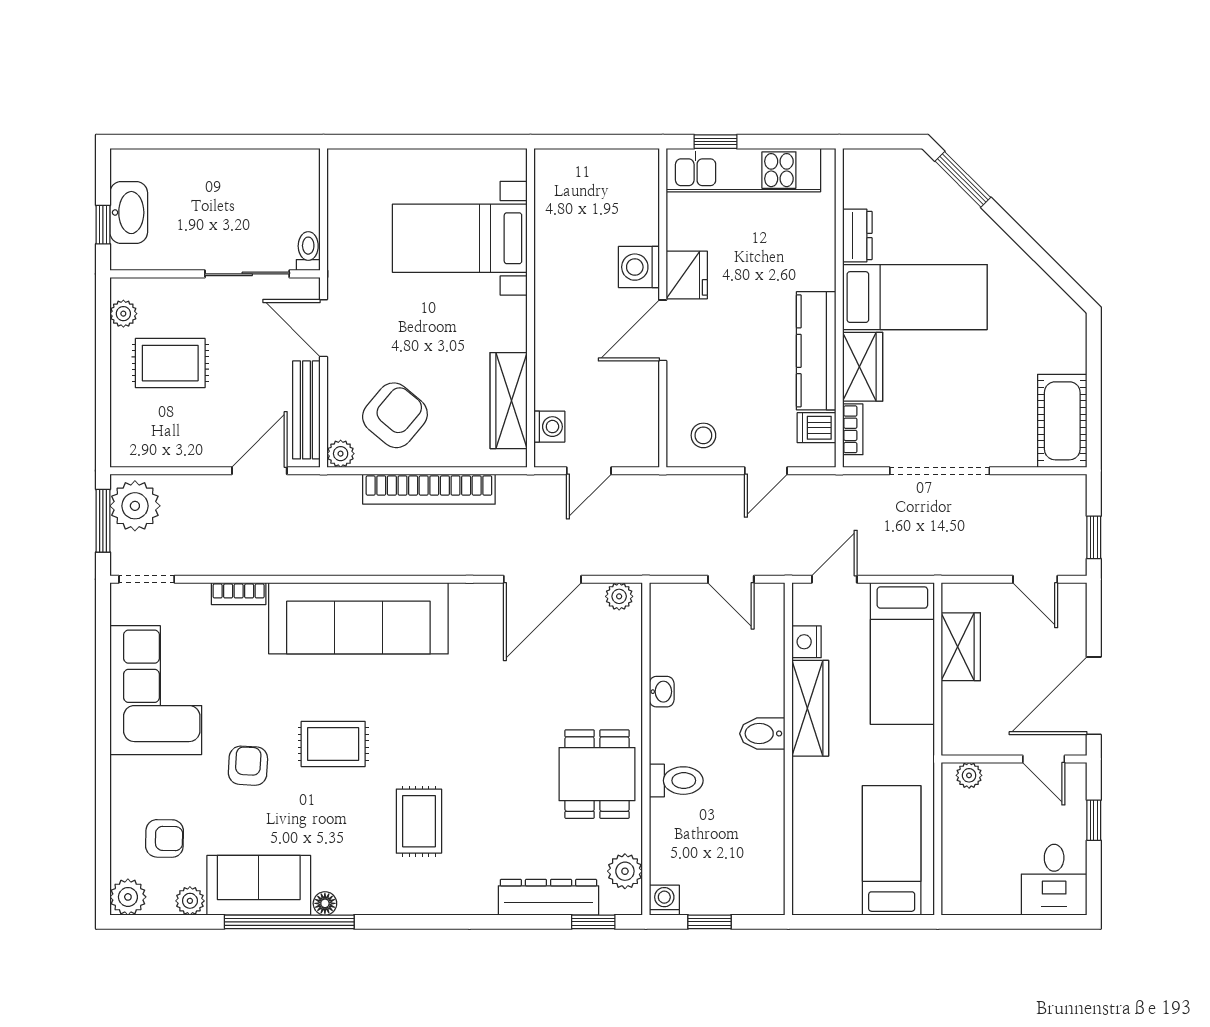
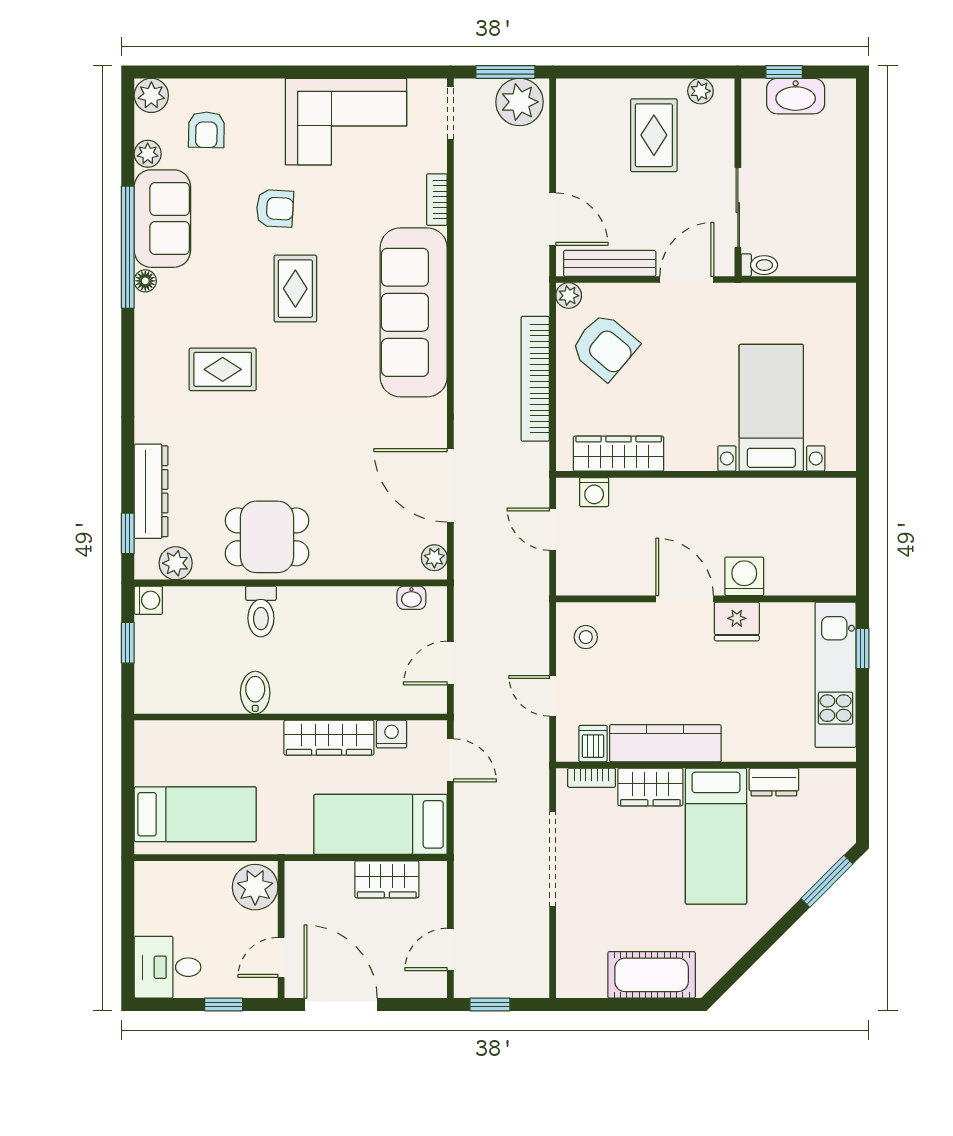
cot: (1062, 421) -> (652, 975), moved
washbasin: (662, 692) -> (411, 598), moved
bidet: (762, 734) -> (255, 693), moved
plant: (969, 775) -> (255, 887), width x1.88, depth x1.88

